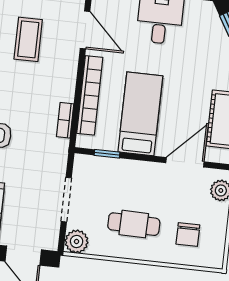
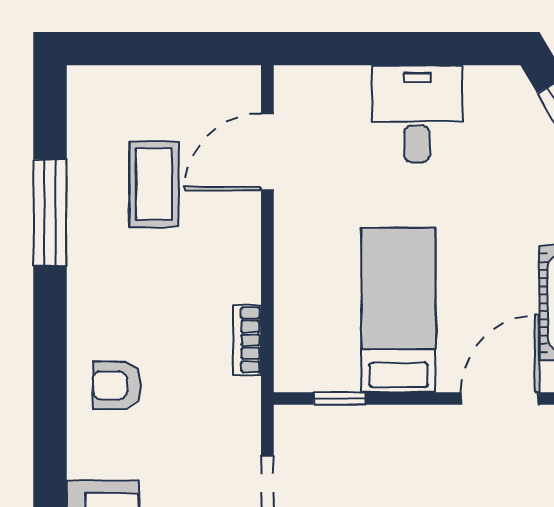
door: (85, 30) -> (267, 152), swing flipped
bookcase: (90, 95) -> (292, 284), removed

